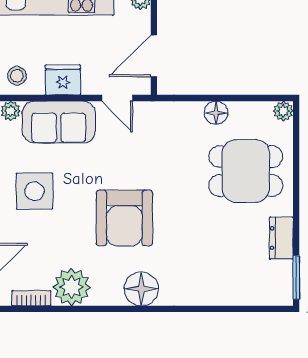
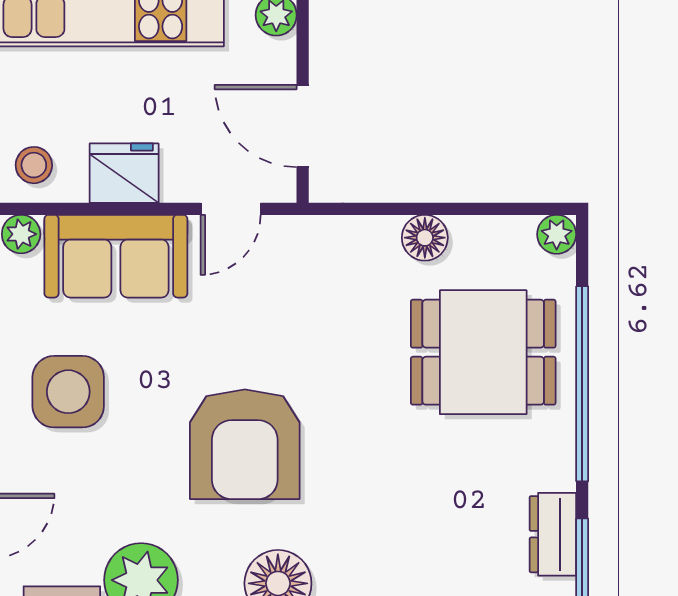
door: (154, 56) -> (303, 126), hinge flipped
door: (117, 98) -> (231, 209), hinge flipped
window: (296, 187) -> (582, 384), added
dresser: (281, 238) -> (553, 534), moved

